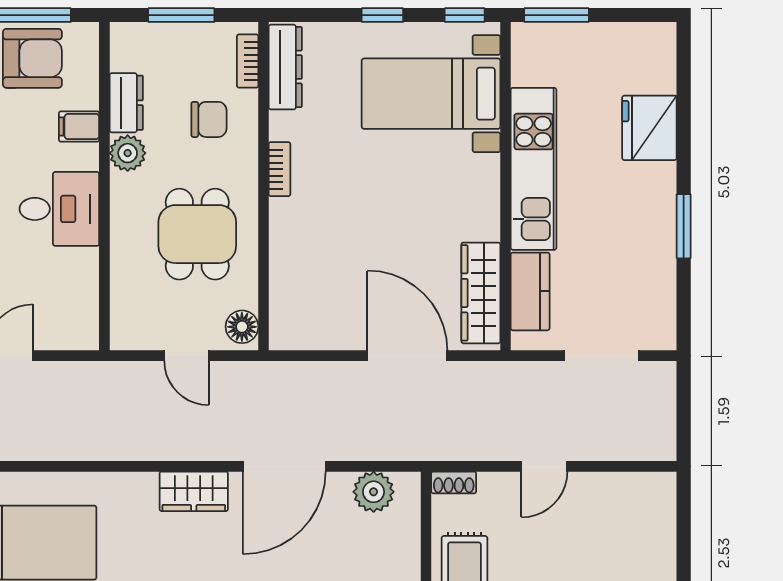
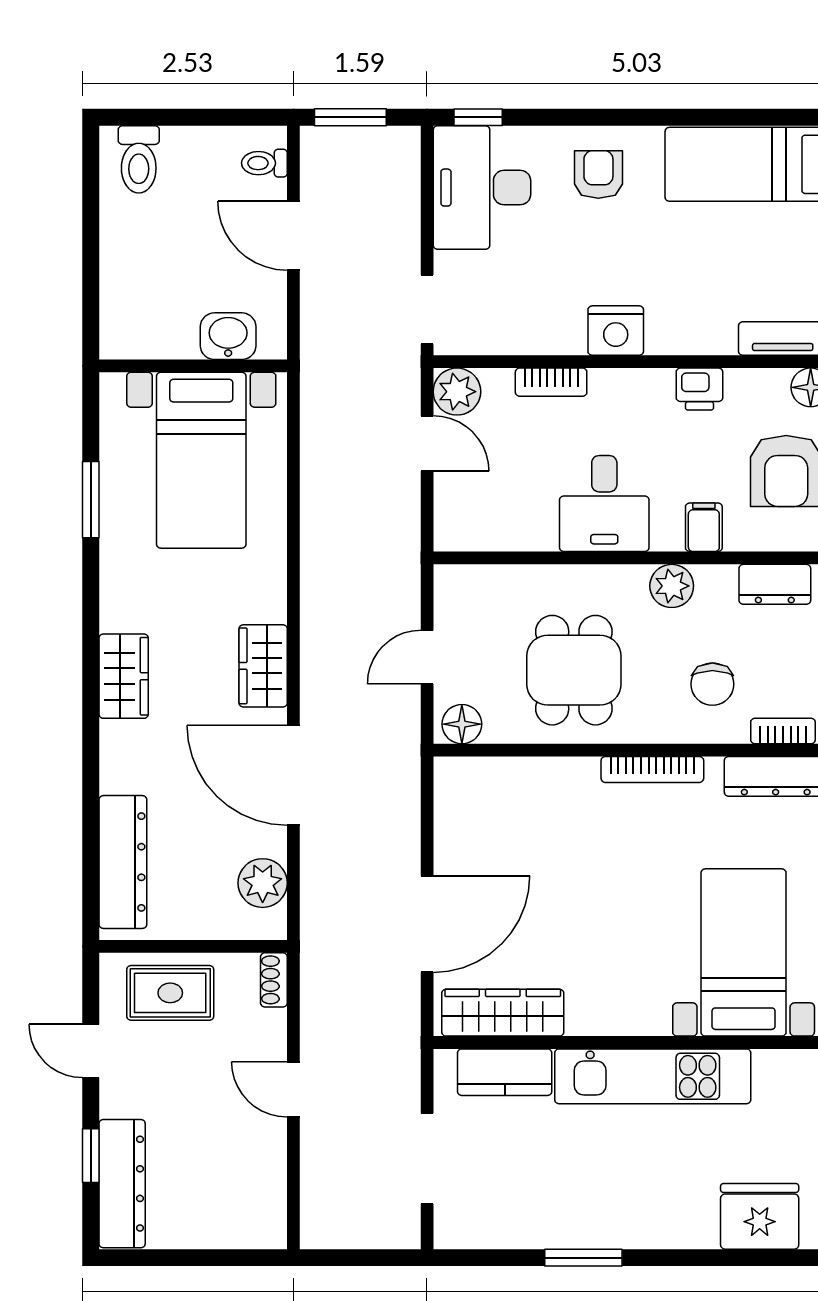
dresser: (126, 103) -> (775, 584), moved
fridge: (649, 128) -> (760, 1216), moved
bookcase: (280, 169) -> (652, 769), width x1.56
dining table: (197, 234) -> (574, 670), turned 90

